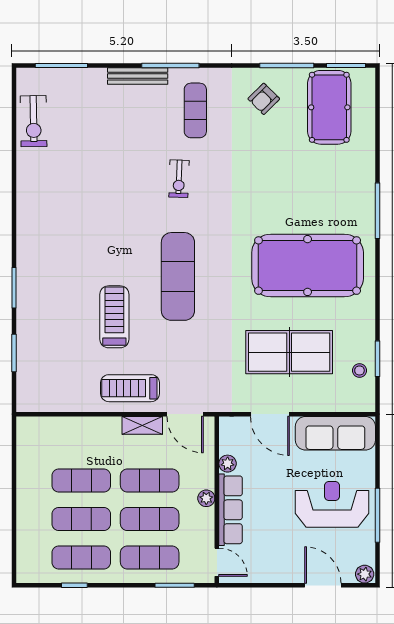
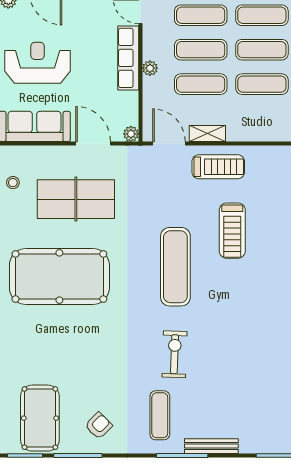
exercise bike: (179, 179) -> (174, 354), width x1.38, depth x1.39
plant: (228, 464) -> (131, 134), moved
reception desk: (332, 504) -> (38, 63), turned 180

